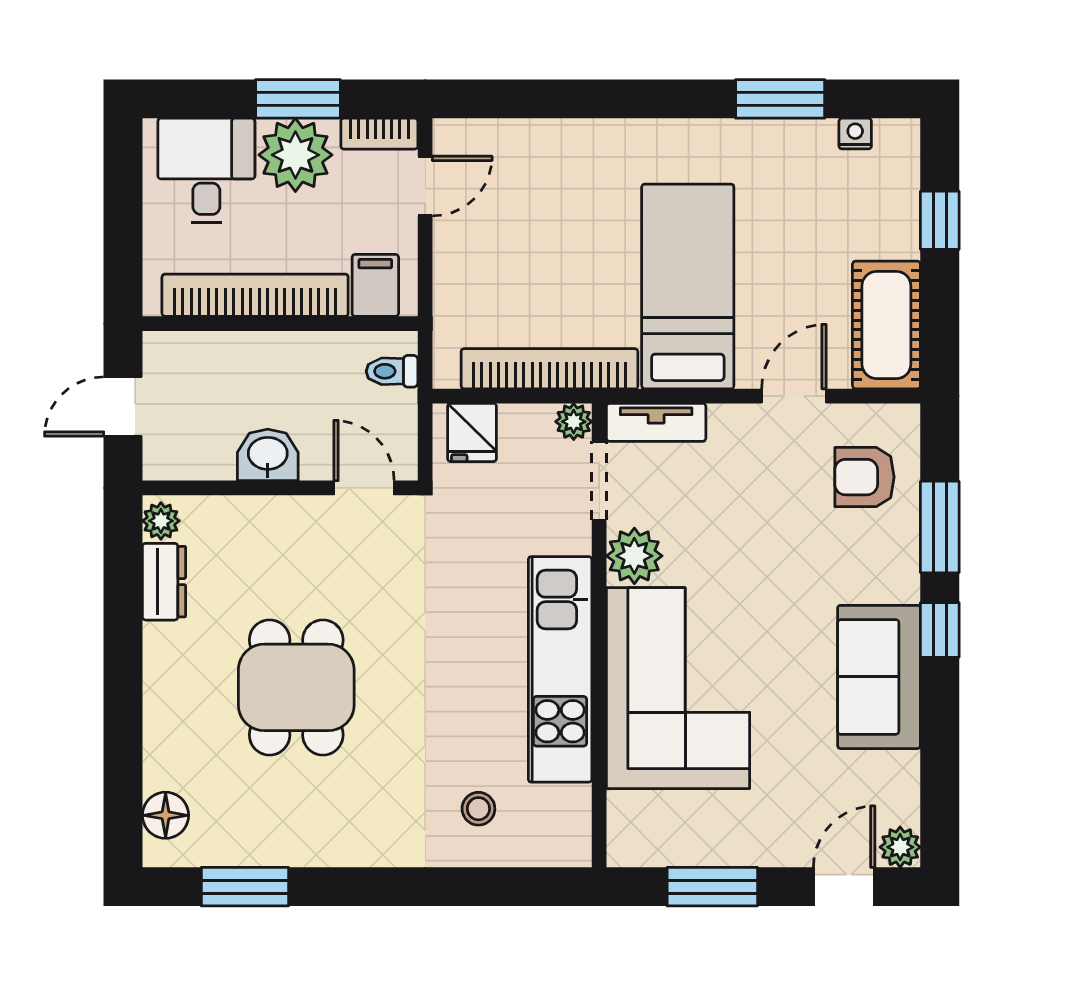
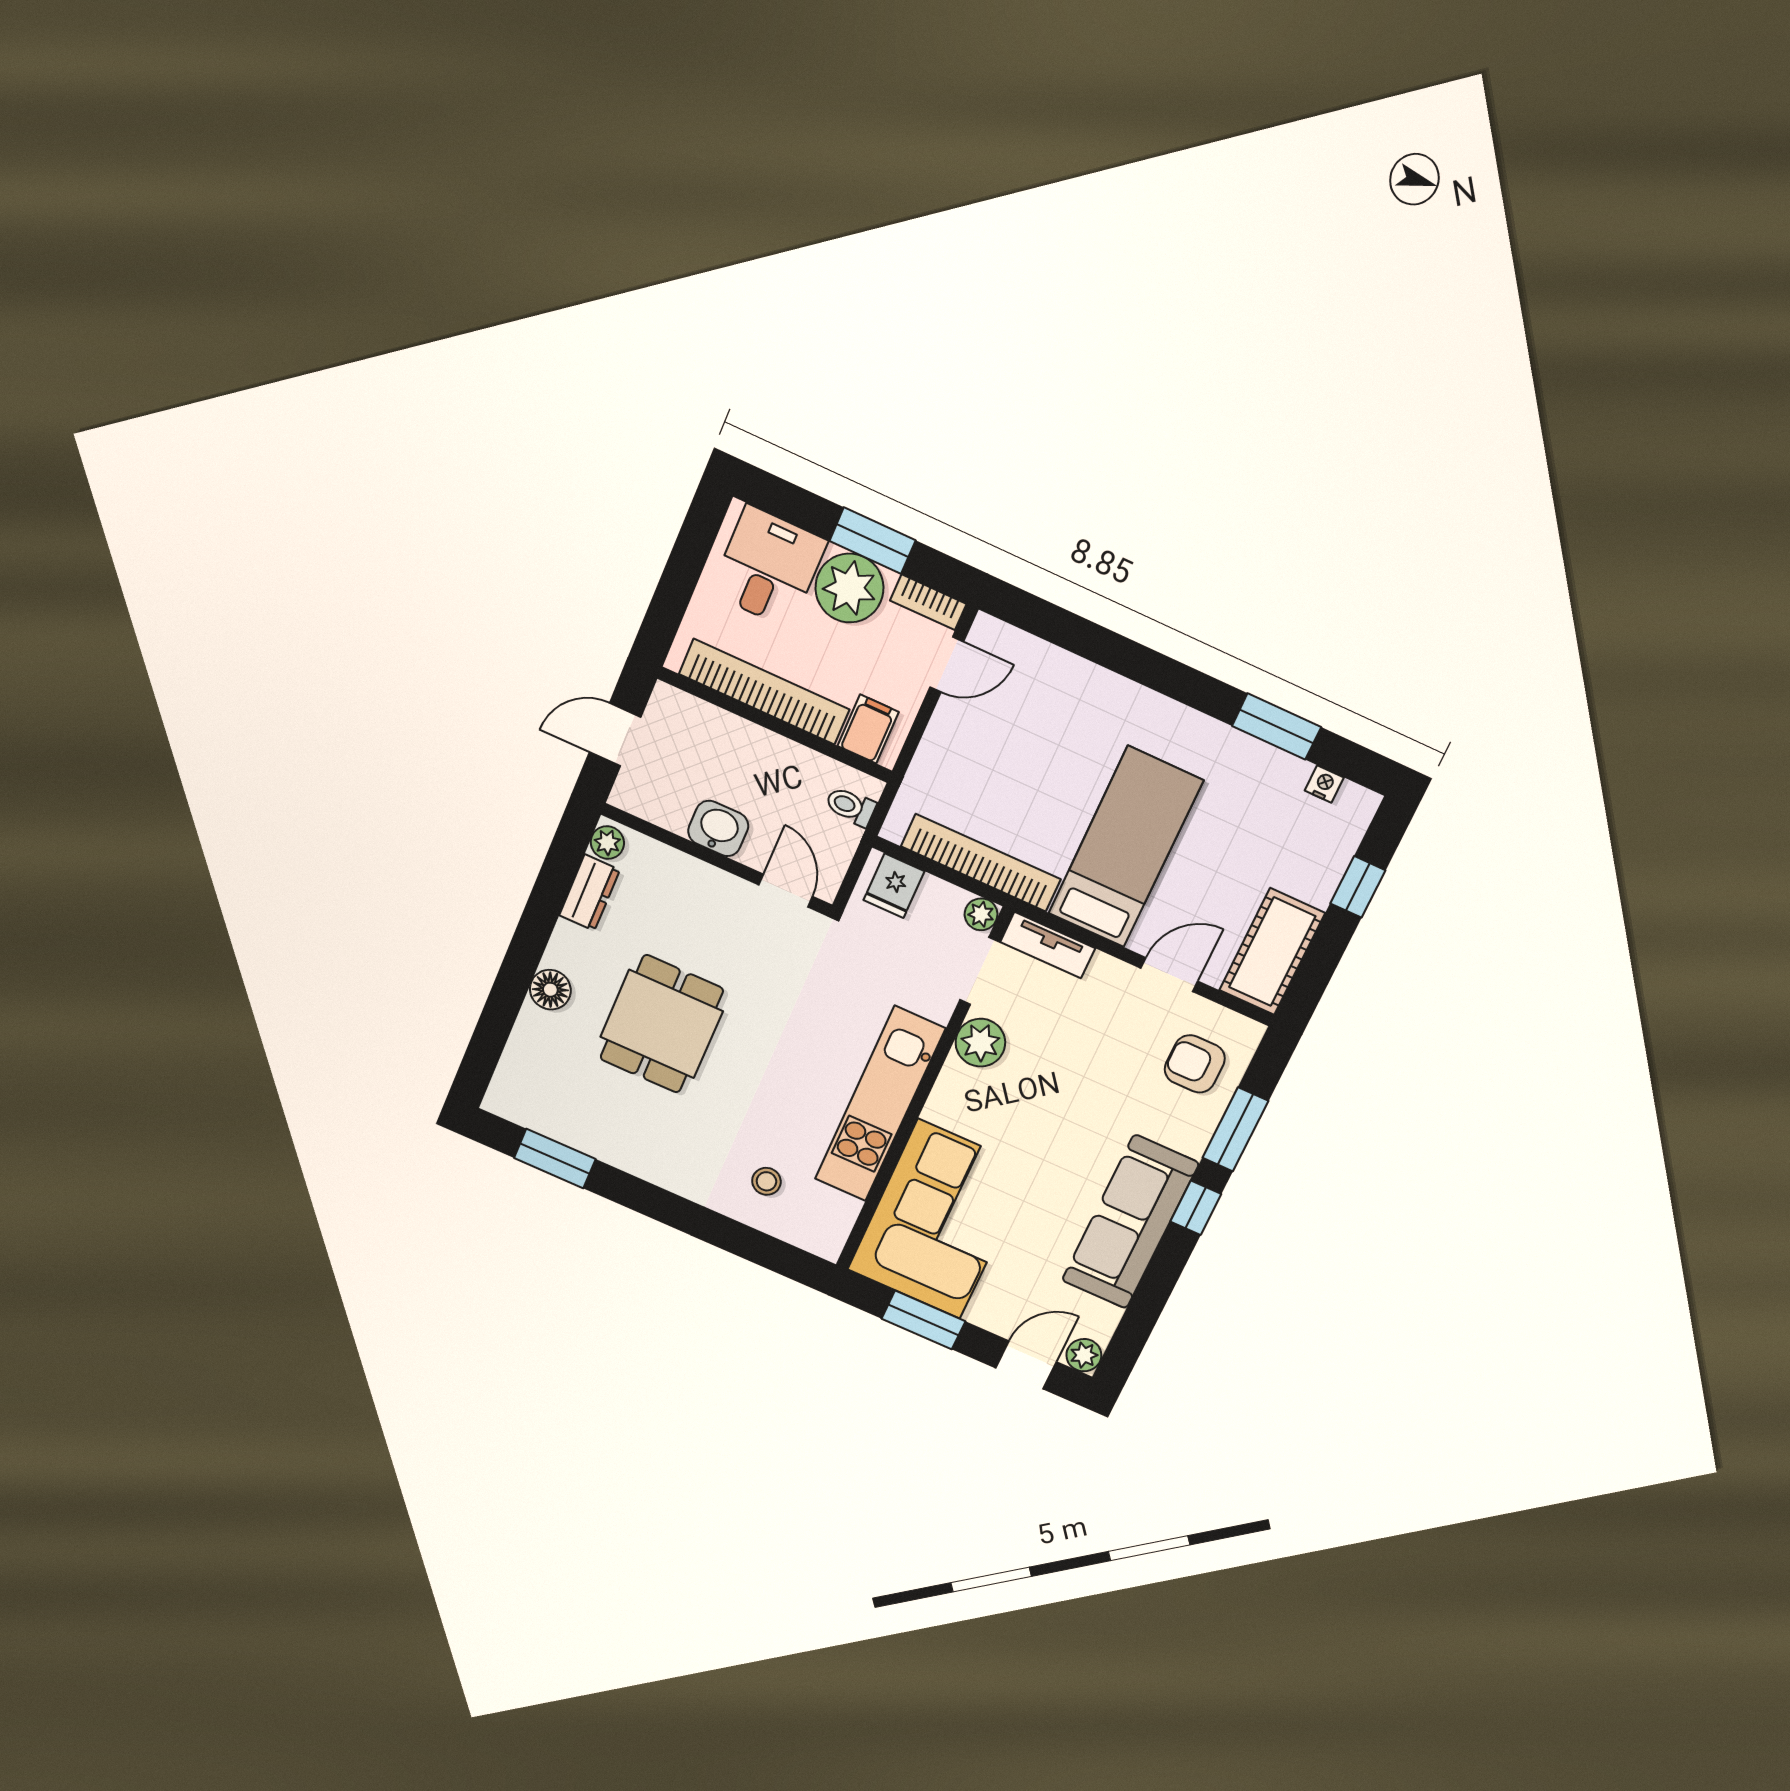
sofa: (879, 677) -> (1130, 1222), width x1.36
corner sofa: (678, 688) -> (939, 1219), moved
floor lamp: (166, 815) -> (550, 990), moved

